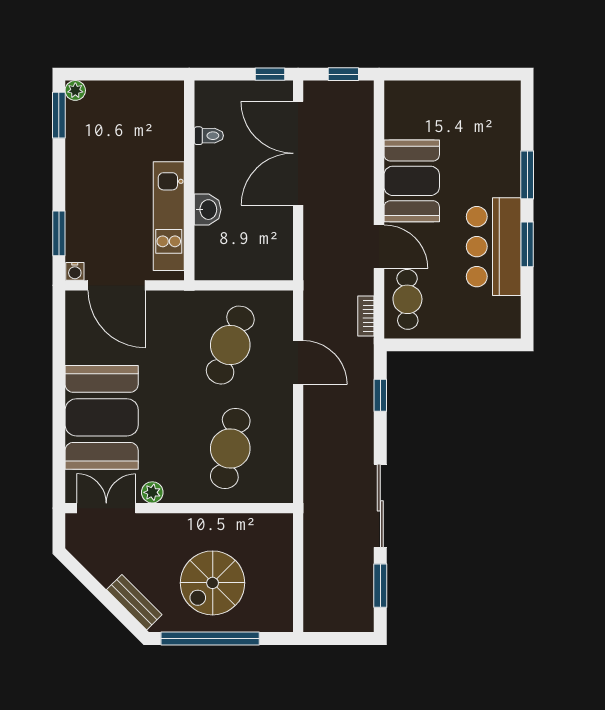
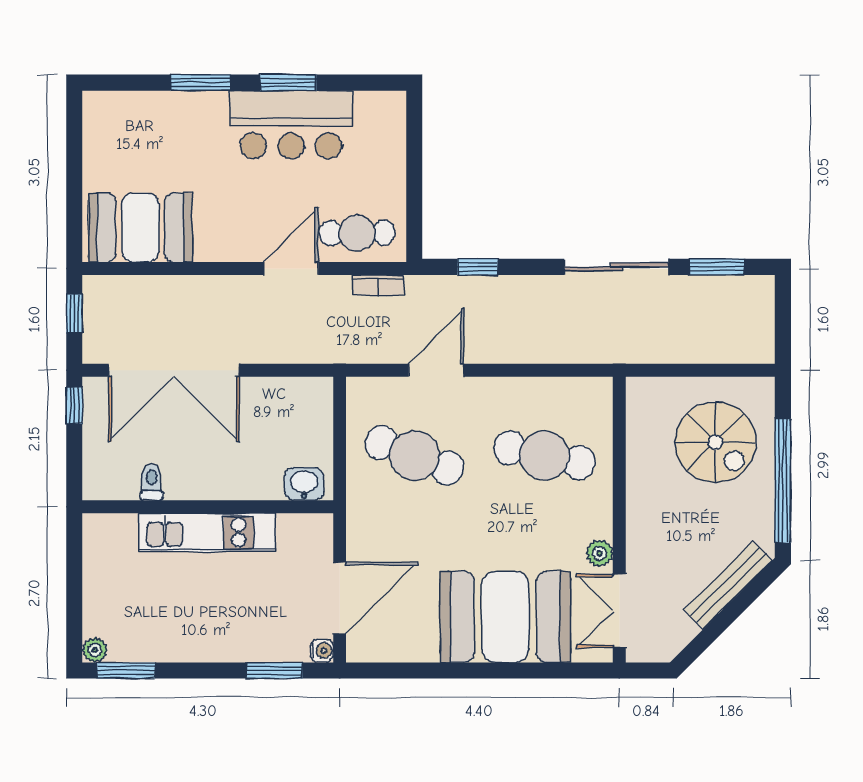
booth: (412, 181) -> (140, 228), moved
washbasin: (208, 210) -> (304, 484), moved
kitchen unit: (169, 216) -> (207, 532), moved
spiral stairs: (213, 583) -> (716, 442), moved
bench: (134, 602) -> (728, 585), width x1.36

